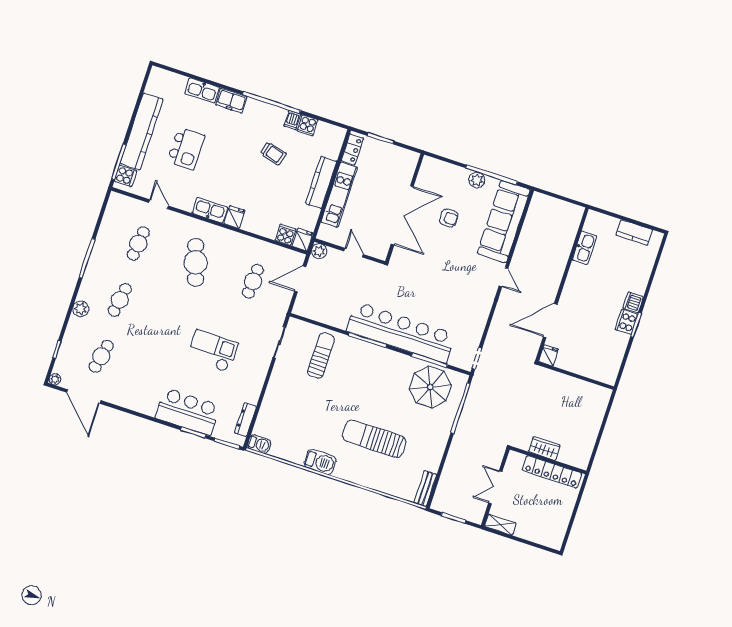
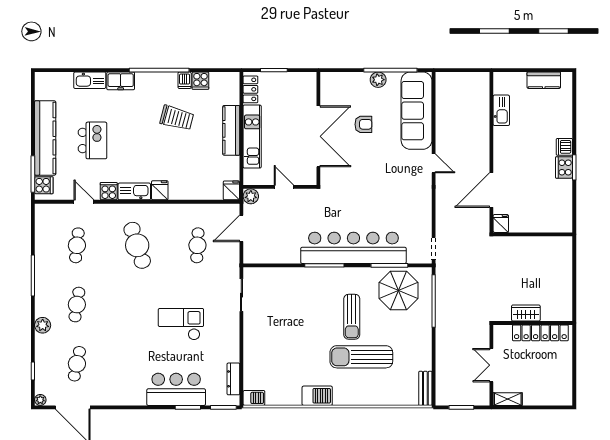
trolley: (273, 153) -> (177, 118), width x1.36, depth x1.39
cooker: (286, 235) -> (109, 191), moved
sun lounger: (321, 356) -> (352, 317), moved, turned 180

